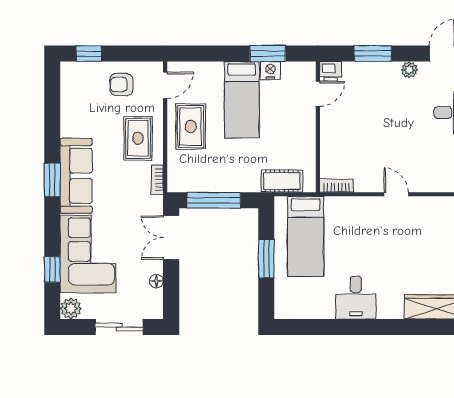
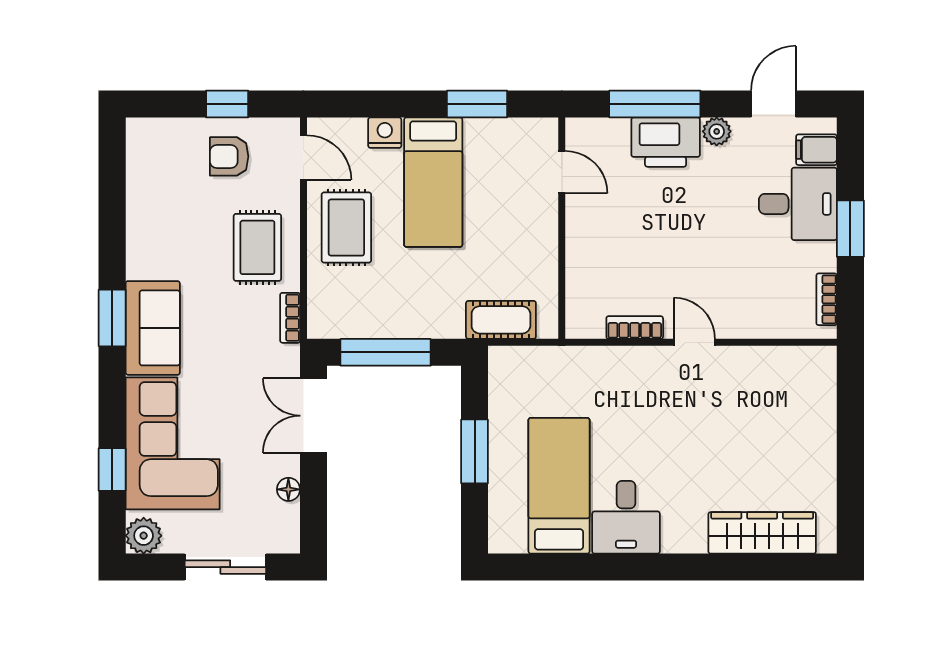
window: (89, 54) -> (227, 104), moved
window: (373, 54) -> (655, 104), width x1.44
nightstand: (270, 70) -> (385, 133), moved
printer: (331, 71) -> (666, 142), moved, width x1.87, depth x1.48
door: (165, 85) -> (303, 158), hinge flipped
door: (318, 94) -> (562, 172), hinge flipped
sofa: (76, 176) -> (153, 328), width x0.73
bookcase: (337, 186) -> (635, 328), moved
bed: (306, 236) -> (559, 486), moved, turned 180

